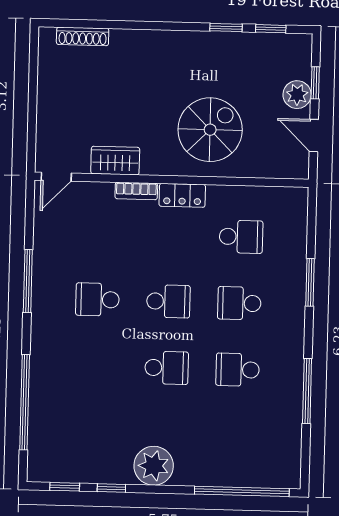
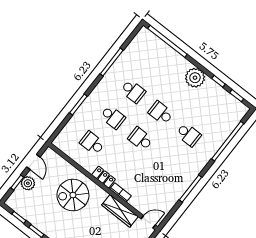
wardrobe: (115, 161) -> (120, 211), width x1.50
school desk: (97, 299) -> (189, 135), moved

